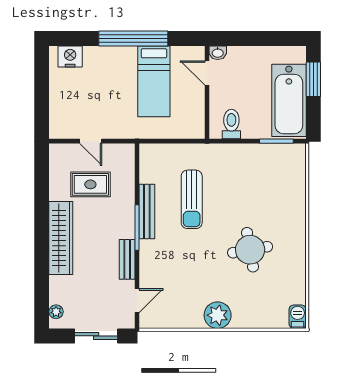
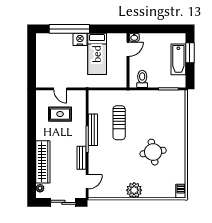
window: (133, 38) -> (69, 29), moved
nightstand: (70, 56) -> (80, 39), moved
door: (207, 73) -> (128, 49), swing flipped
bathtub: (289, 100) -> (178, 59), width x0.73, depth x0.73
wardrobe: (61, 238) -> (43, 162), moved

